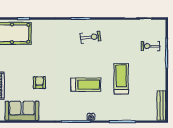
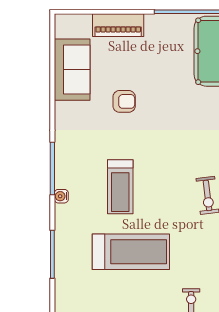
treadmill: (121, 79) -> (131, 252), width x1.37, depth x1.38

